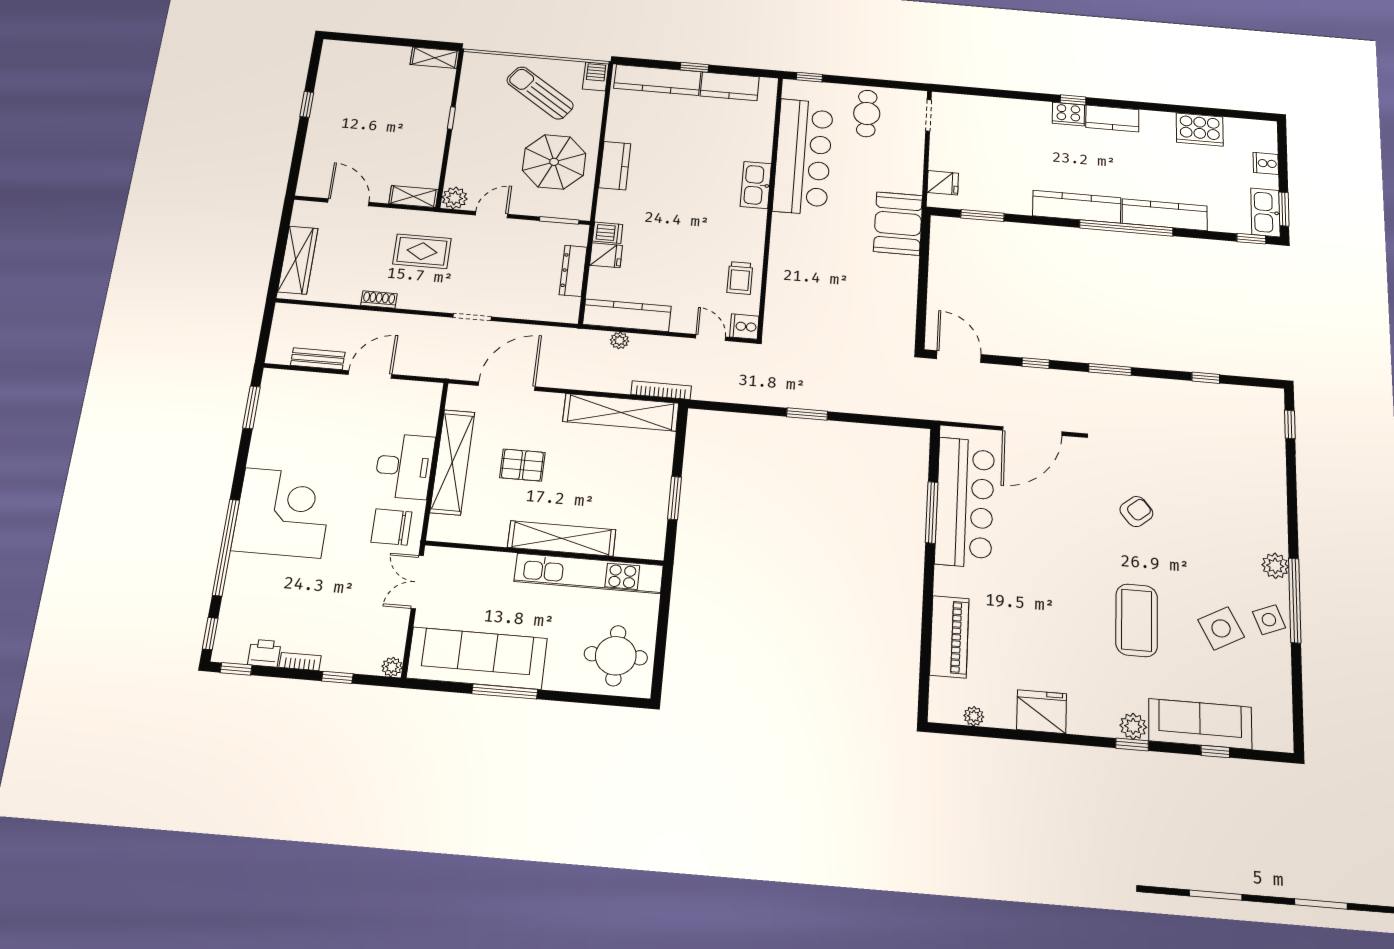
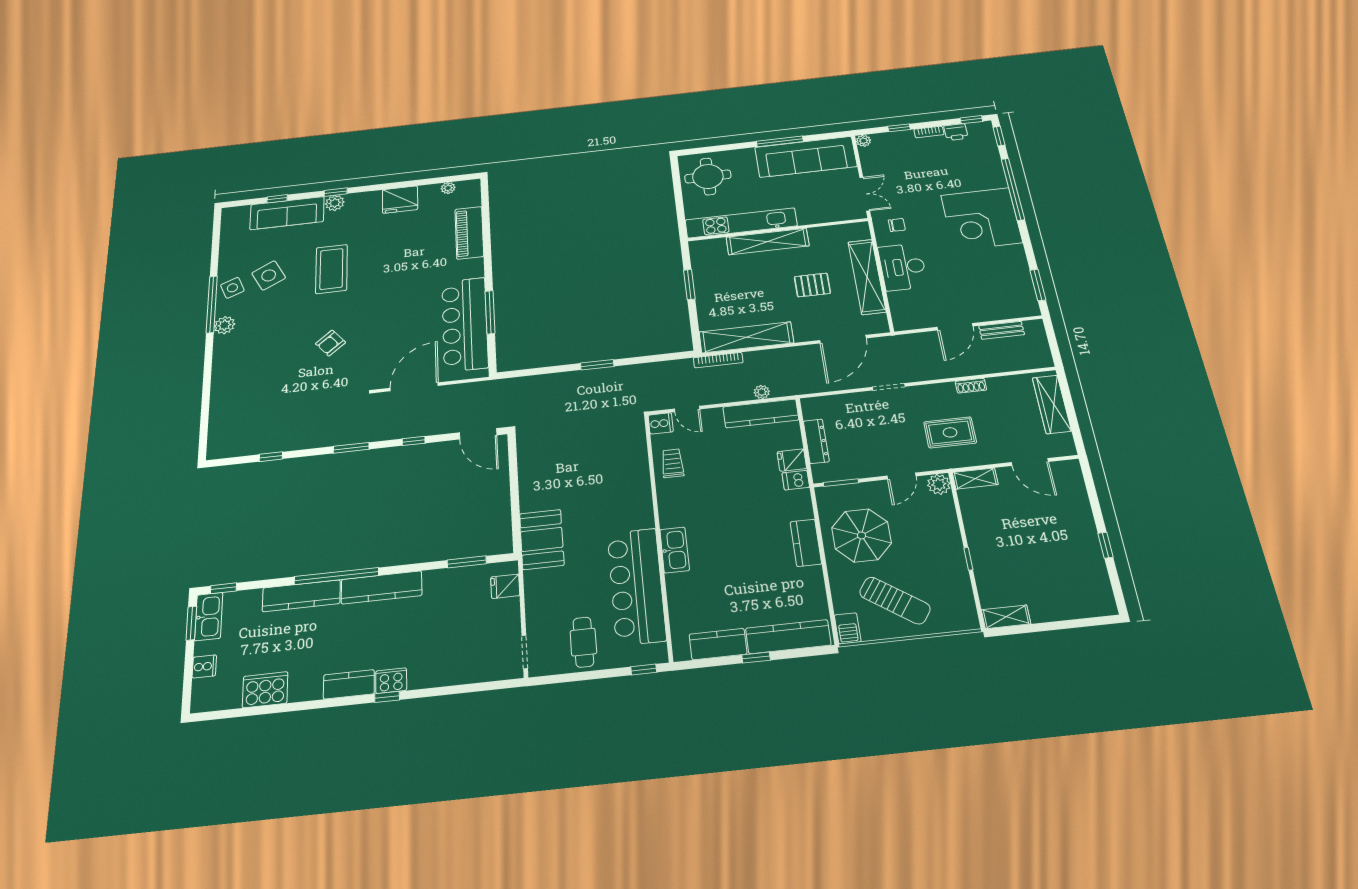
window: (1290, 424) -> (204, 432), removed
chair: (391, 527) -> (897, 225), width x0.54, depth x0.54

